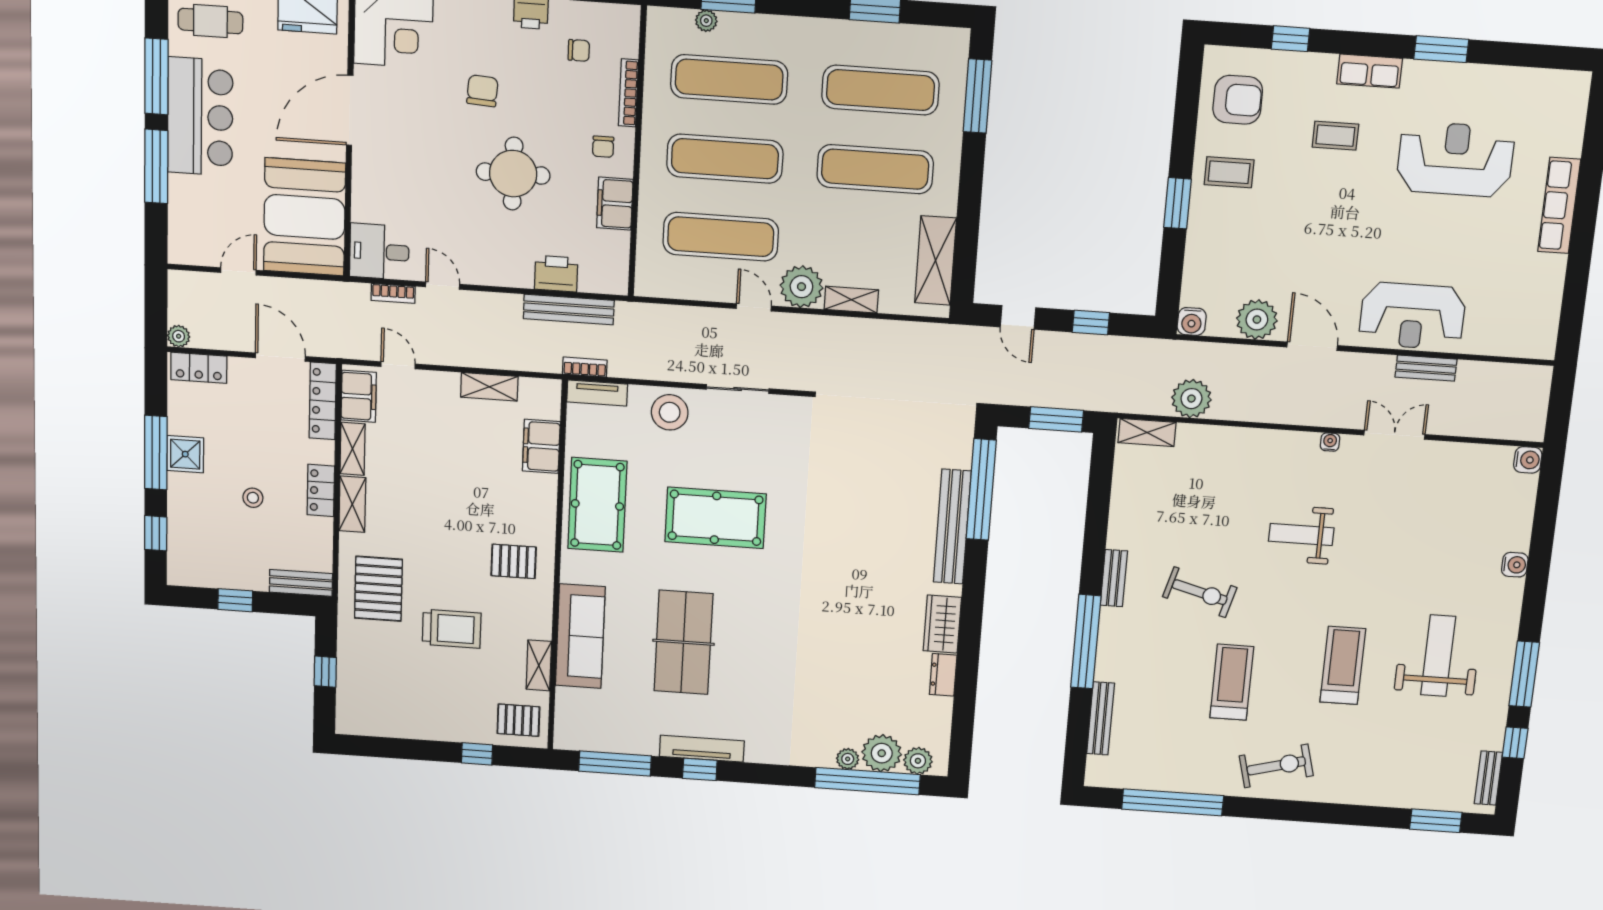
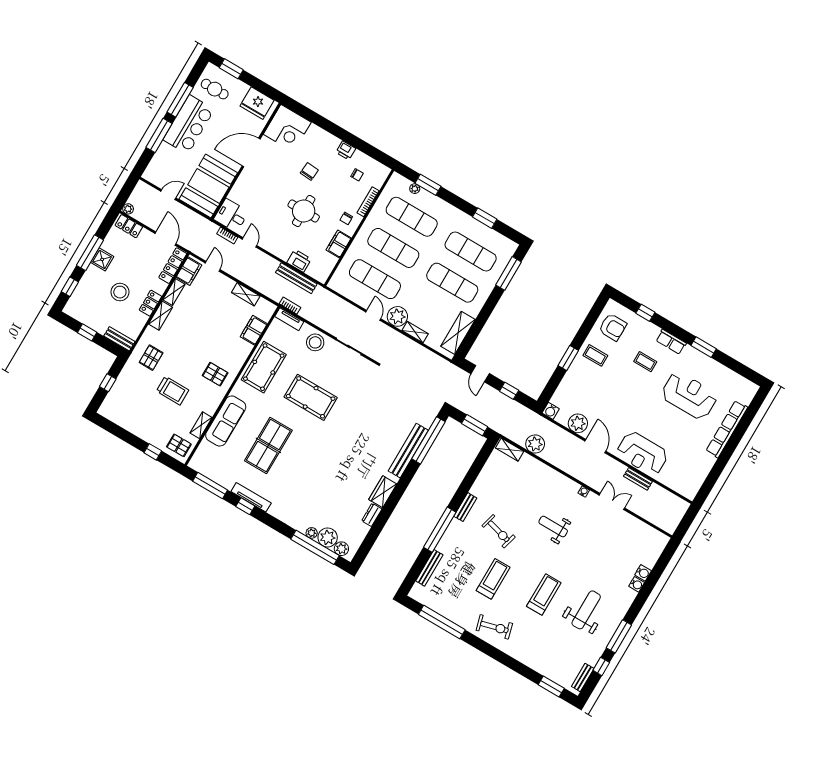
row of seats: (1559, 205) -> (727, 429), width x1.36
water cooler: (1528, 460) -> (643, 573), moved
stool: (253, 498) -> (120, 292), width x1.89, depth x1.89
pallet: (378, 589) -> (151, 358), width x0.67, depth x0.71

